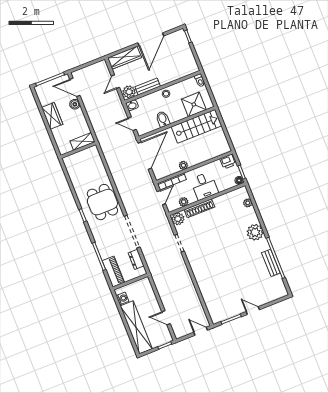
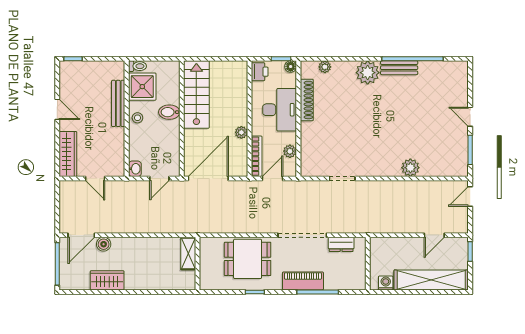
door: (151, 39) -> (57, 109), width x0.53
bench: (148, 86) -> (118, 103), moved, width x1.36
plant: (129, 92) -> (116, 166), removed
shower: (194, 104) -> (142, 87), moved
bidet: (163, 119) -> (169, 112), moved
shelving: (82, 141) -> (188, 253), moved
wall: (78, 150) -> (198, 264), moved
door: (145, 156) -> (208, 179), hinge flipped
desk: (204, 186) -> (280, 110), width x1.37
door: (161, 198) -> (273, 179), hinge flipped
shoe rack: (199, 208) -> (307, 100), moved
plant: (178, 219) -> (410, 168), moved
bench: (271, 263) -> (399, 68), moved
piano: (113, 272) -> (303, 281), moved
door: (253, 311) -> (470, 117), hinge flipped

